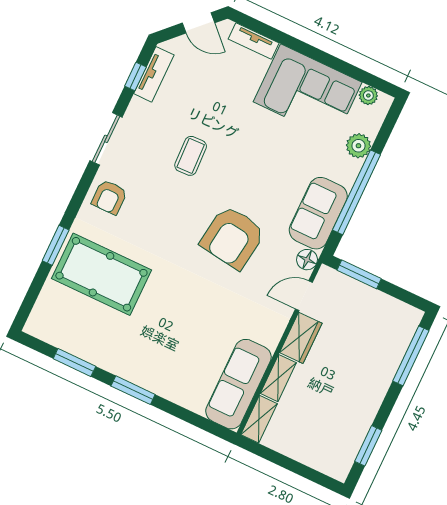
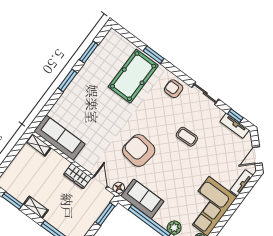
shelving: (278, 378) -> (36, 207), moved

